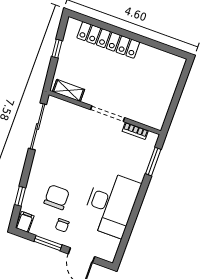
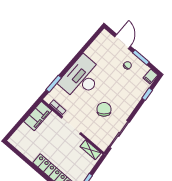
filing cabinet: (158, 109) -> (38, 116), added
chair: (57, 197) -> (104, 109), moved, turned 141
desk: (111, 204) -> (81, 78), moved

